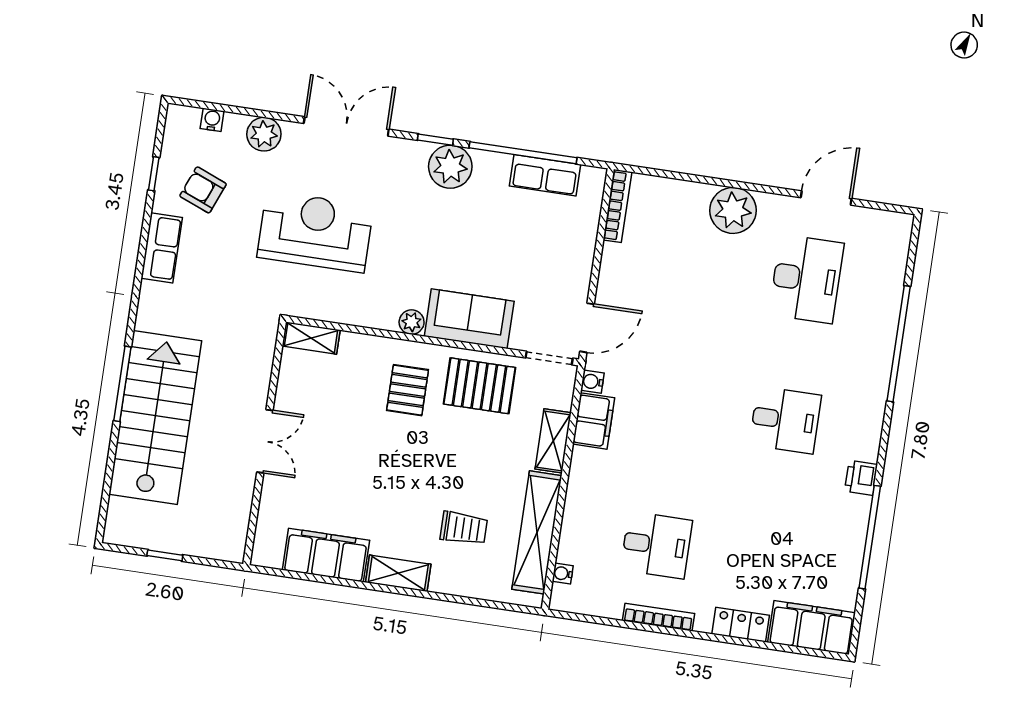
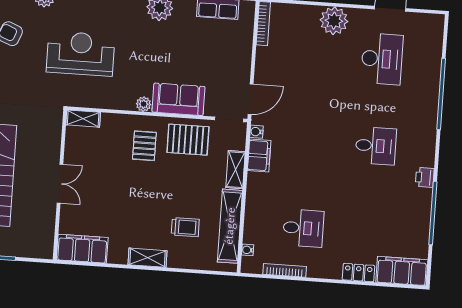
filing cabinet: (326, 555) -> (82, 249), moved
bookcase: (659, 617) -> (285, 270), moved

